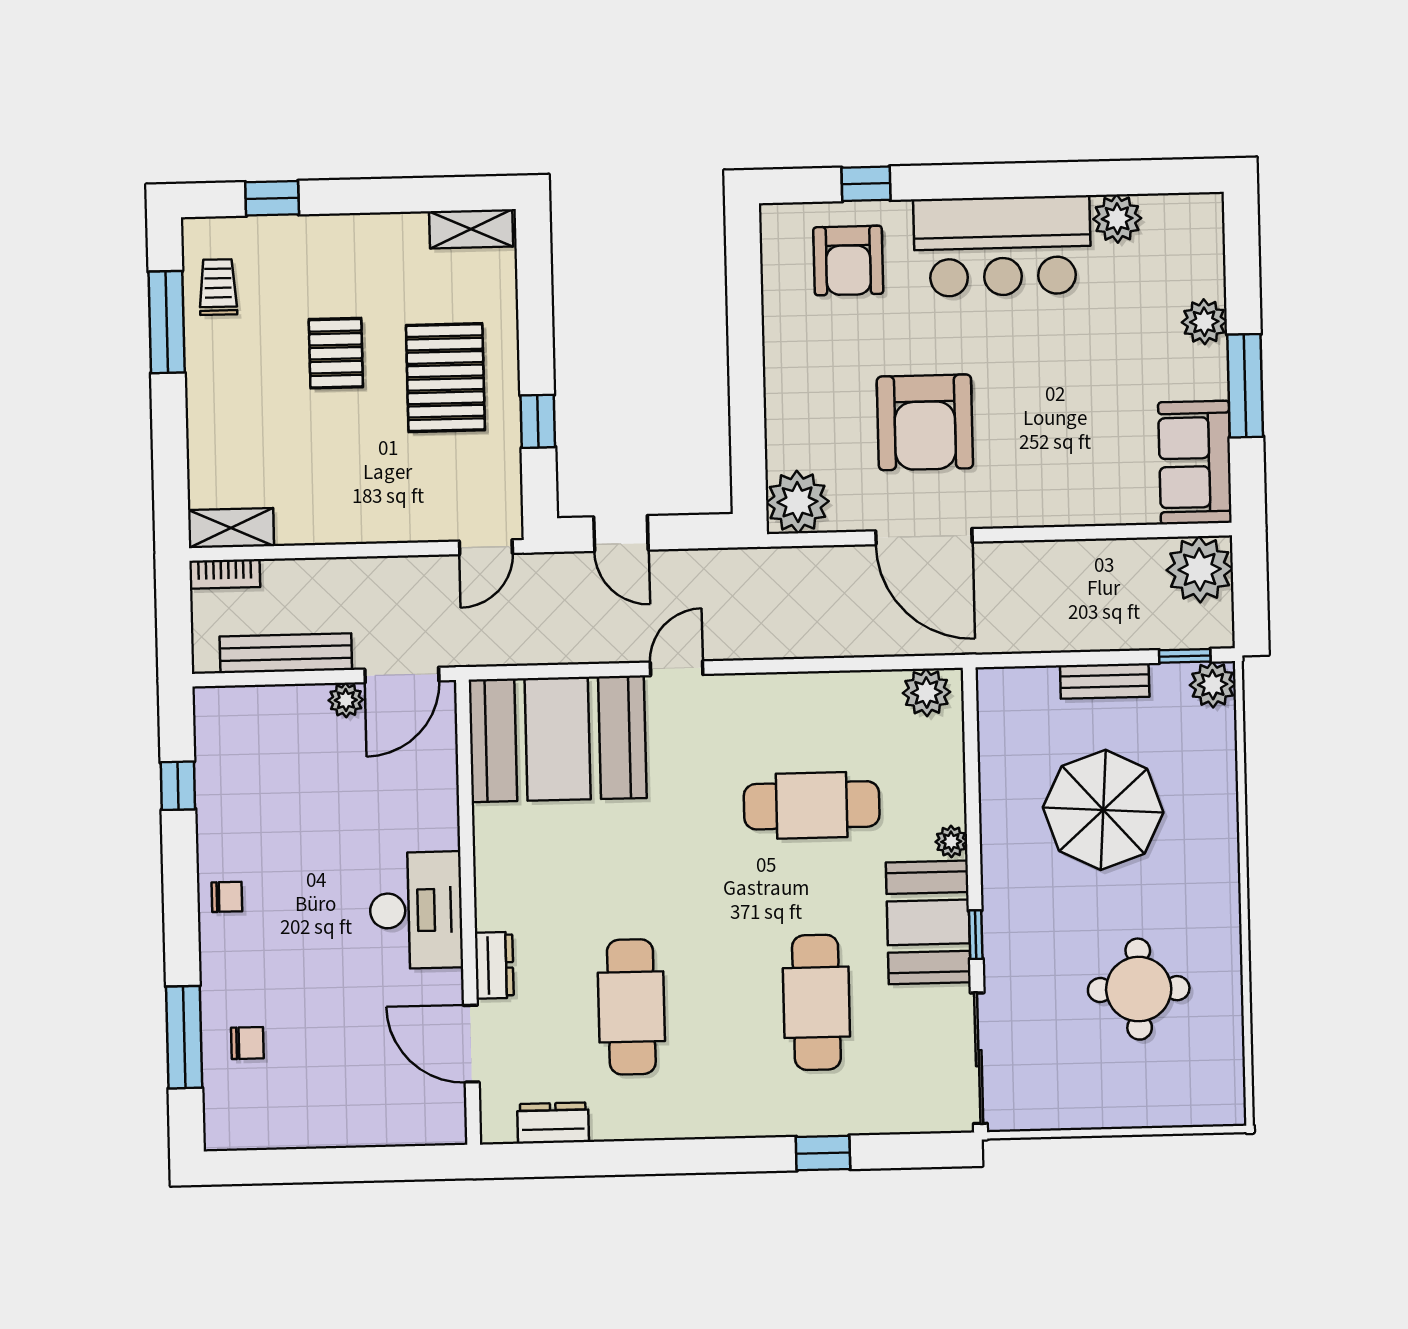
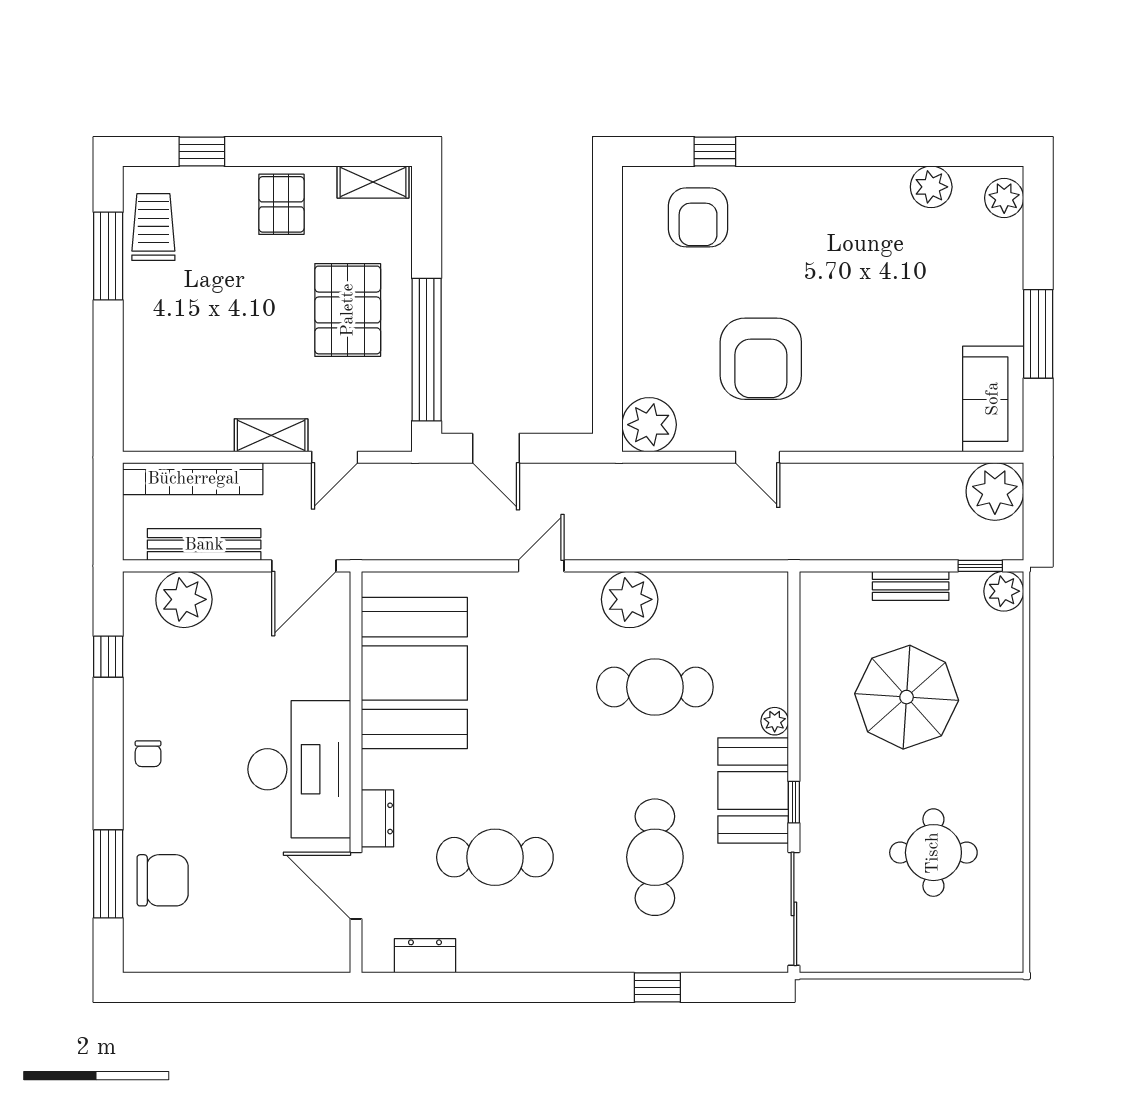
bar counter: (1002, 246) -> (831, 208), removed
trolley: (218, 287) -> (153, 227), width x1.36, depth x1.39
plant: (1204, 322) -> (1004, 198), moved
pallet: (336, 353) -> (281, 204), moved
window: (538, 421) -> (427, 350), width x3.17
shelving: (231, 528) -> (271, 435), moved
door: (924, 537) -> (758, 457), width x0.53
door: (486, 547) -> (335, 457), moved
bookcase: (225, 574) -> (193, 479), width x2.31, depth x1.31
plant: (926, 692) -> (630, 599), moved, width x1.36, depth x1.36
plant: (346, 700) -> (184, 599), moved, width x1.88, depth x1.88
booth: (558, 739) -> (414, 673), moved, turned 90
chair: (227, 897) -> (148, 754), turned 90
desk: (416, 910) -> (299, 769), width x1.36, depth x1.30
cafe table: (631, 1007) -> (495, 857), turned 90
chair: (247, 1043) -> (163, 880), width x1.87, depth x1.87

